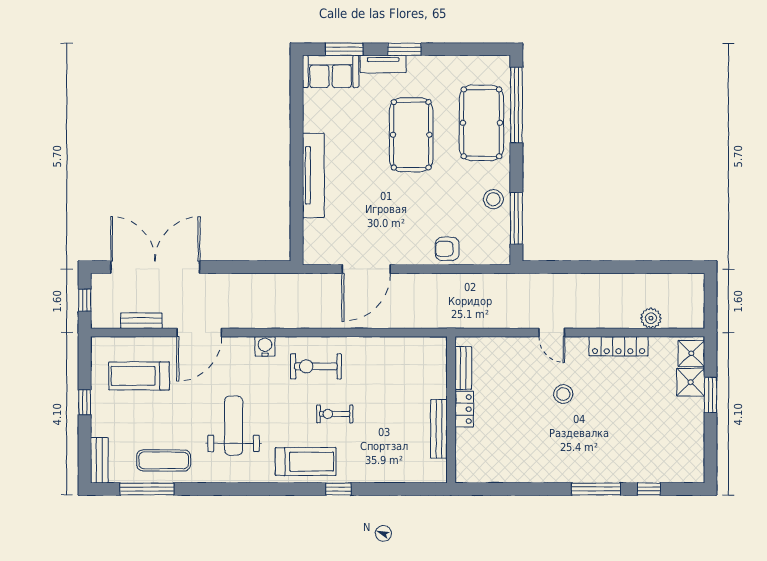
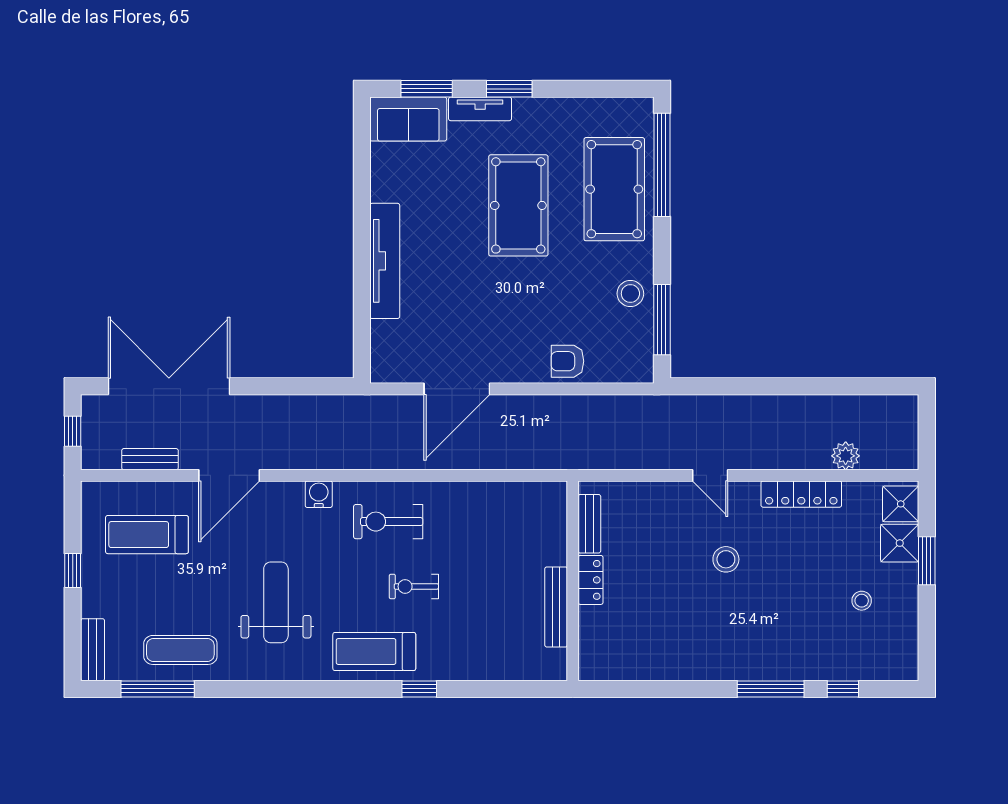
stool: (663, 424) -> (862, 601), added
treadmill: (306, 462) -> (374, 652), turned 180

